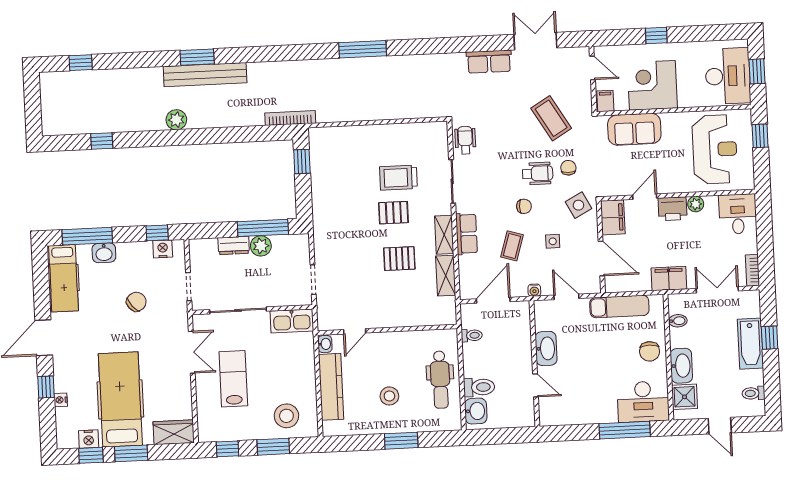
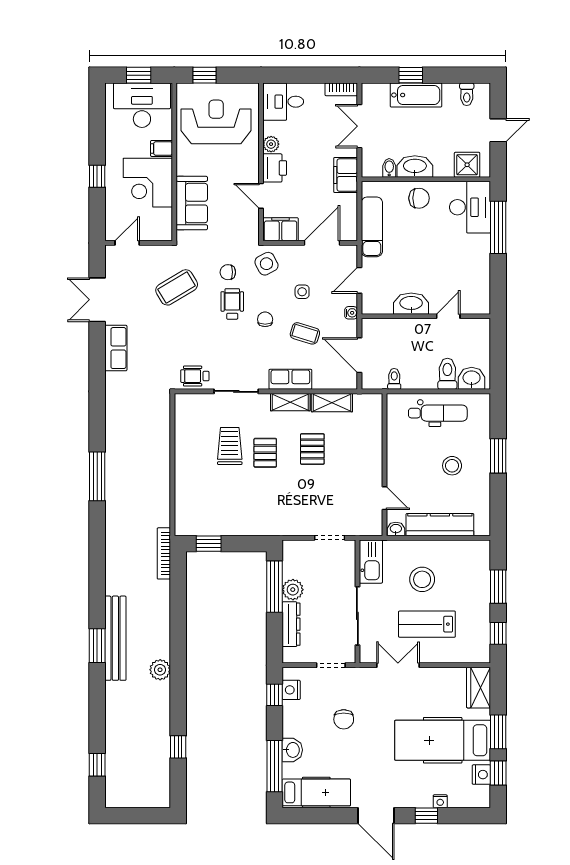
filing cabinet: (605, 101) -> (162, 148), moved
trolley: (398, 178) -> (230, 446), turned 180
dresser: (234, 245) -> (291, 624), width x1.44
chair: (136, 302) -> (344, 719), turned -140
washbasin: (681, 366) -> (415, 167), moved
stool: (286, 416) -> (422, 579), moved

